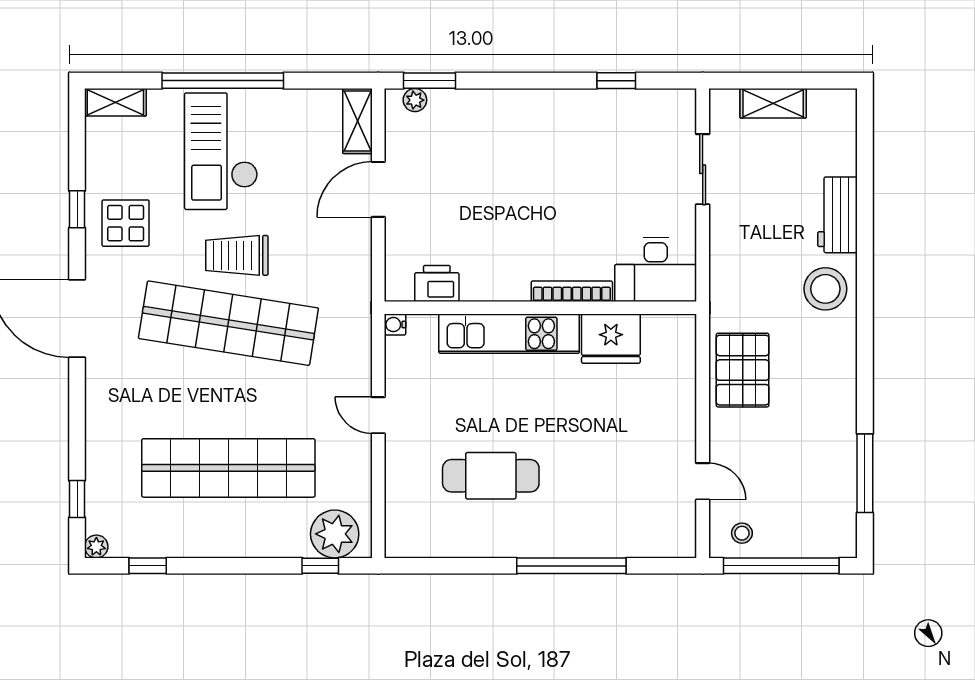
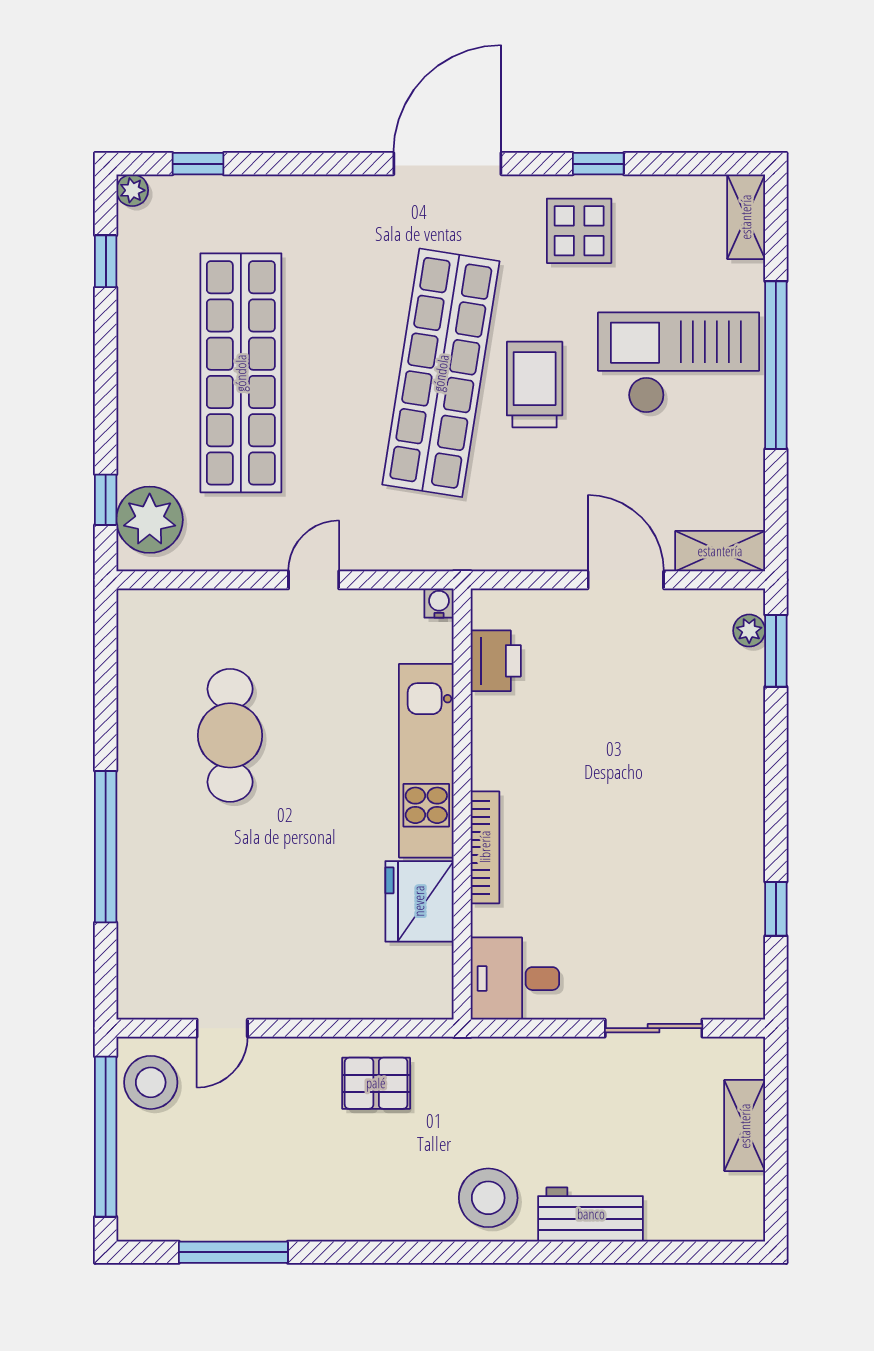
desk: (656, 270) -> (515, 979), width x0.73
pallet: (743, 370) -> (376, 1083), width x0.67, depth x0.71
stool: (742, 533) -> (151, 1082), width x1.89, depth x1.89

